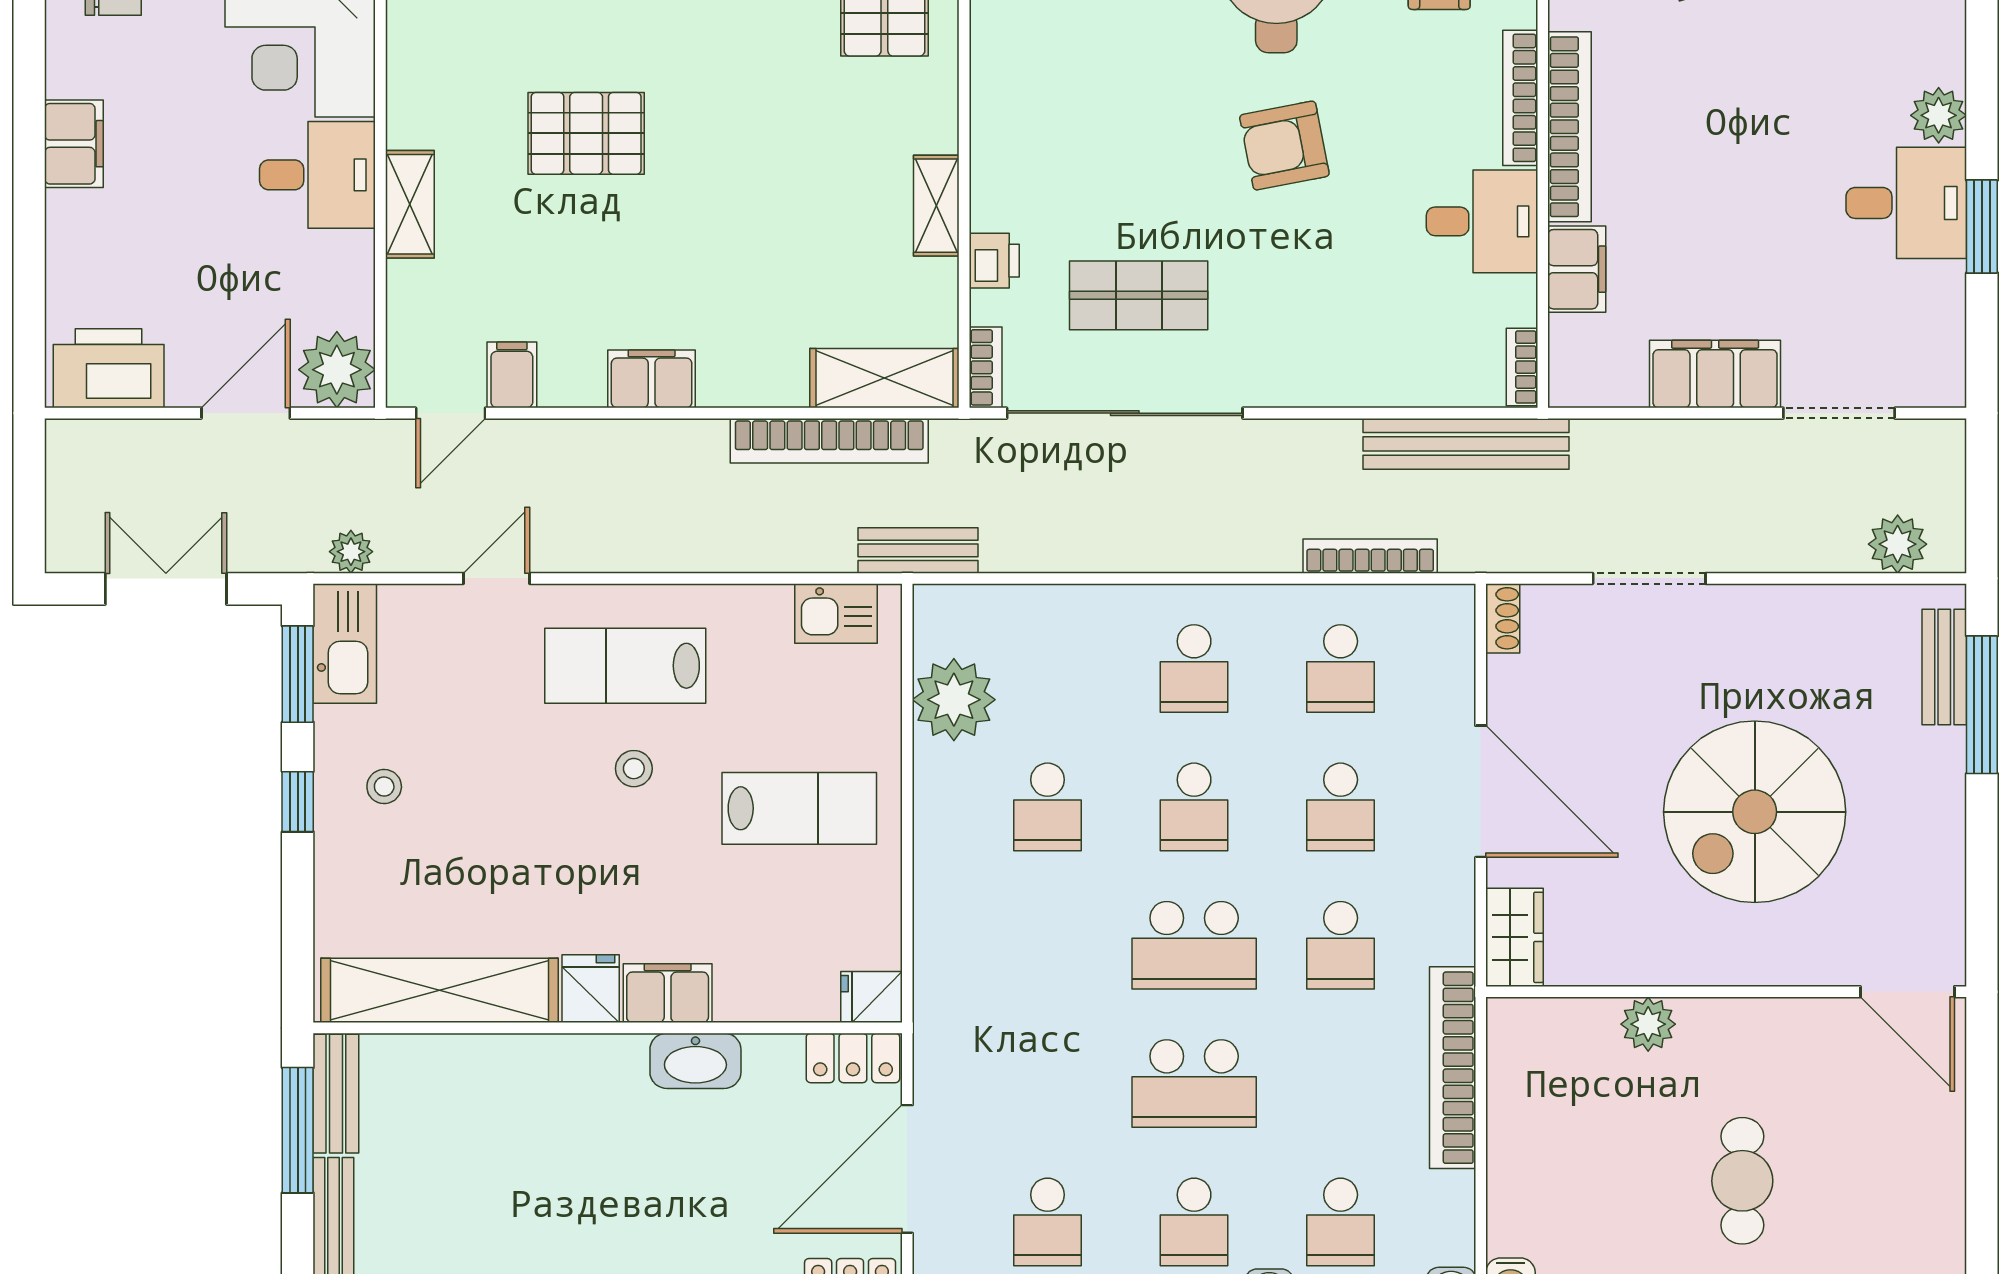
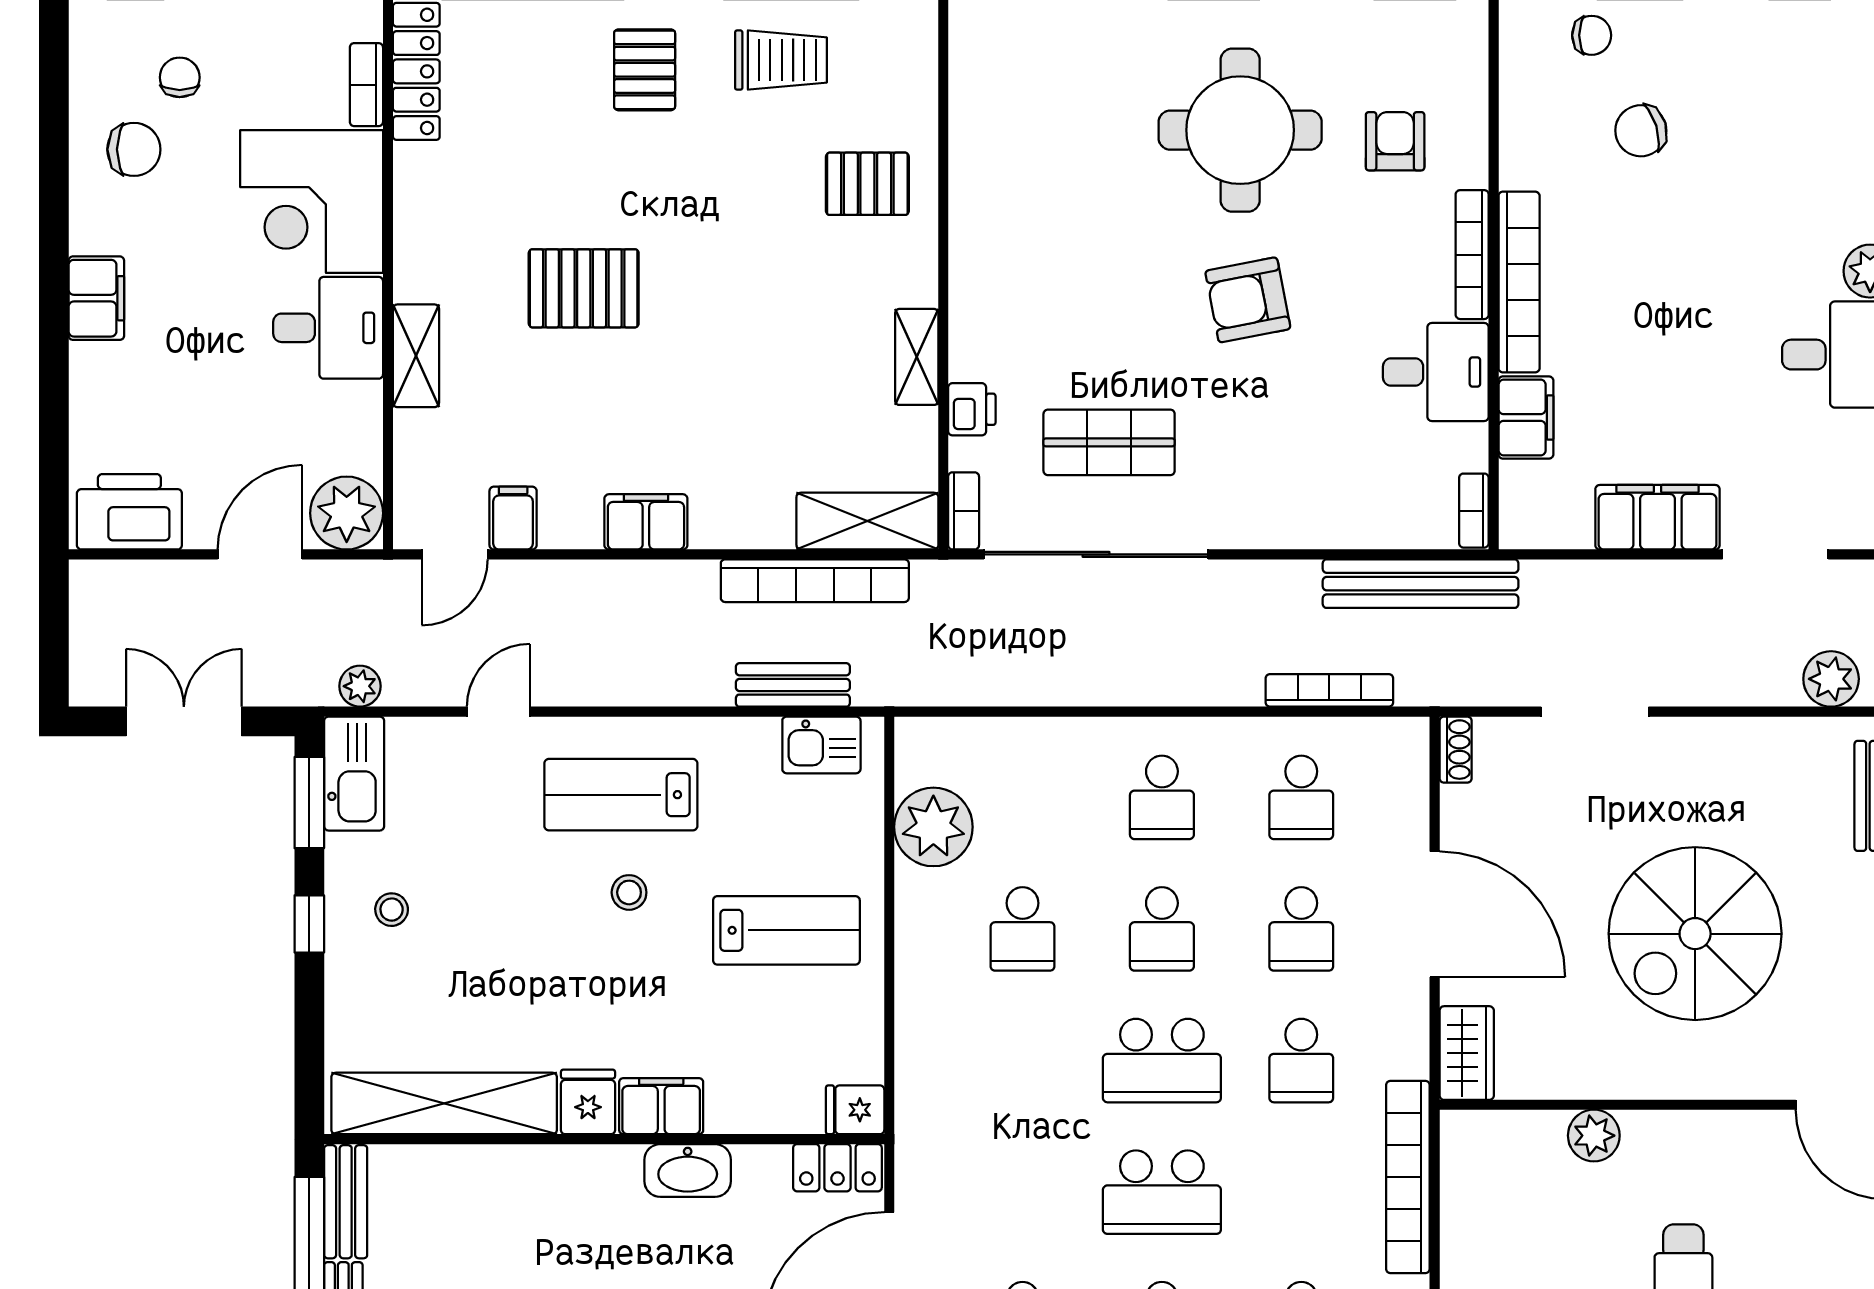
bench: (918, 550) -> (793, 685), moved

